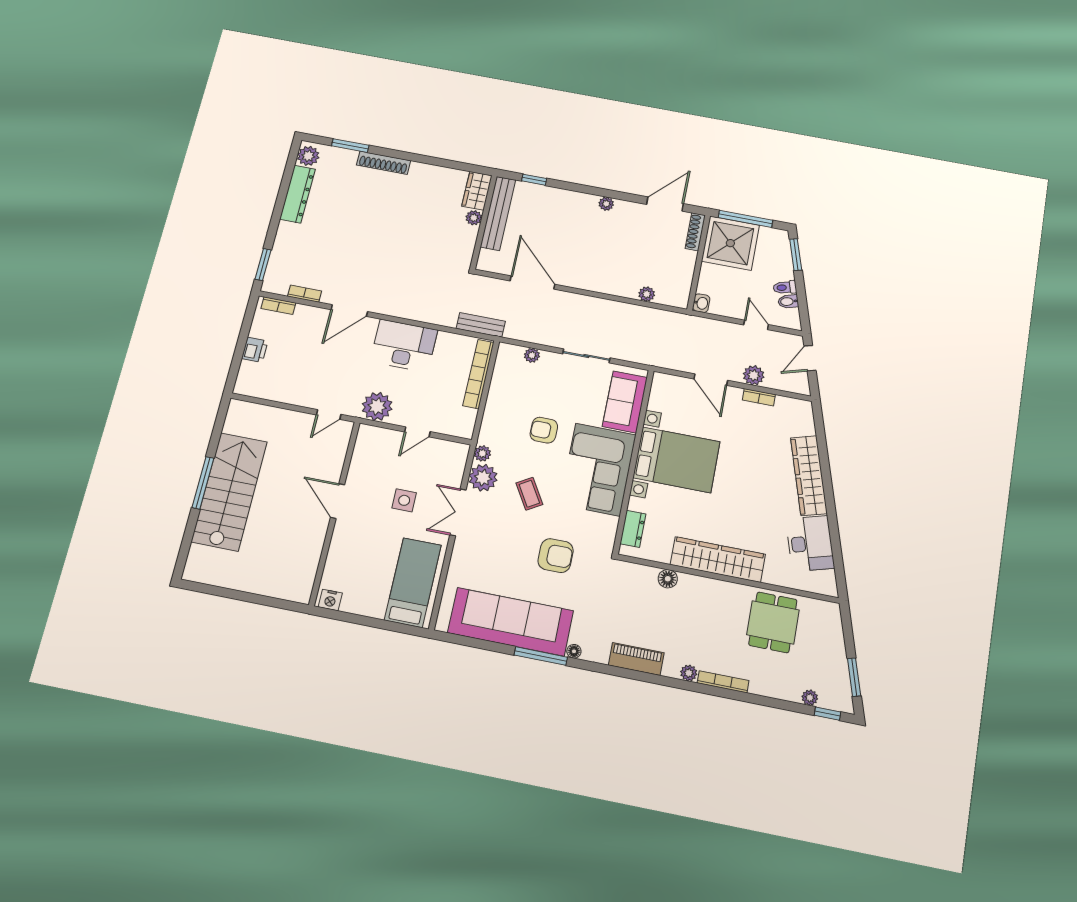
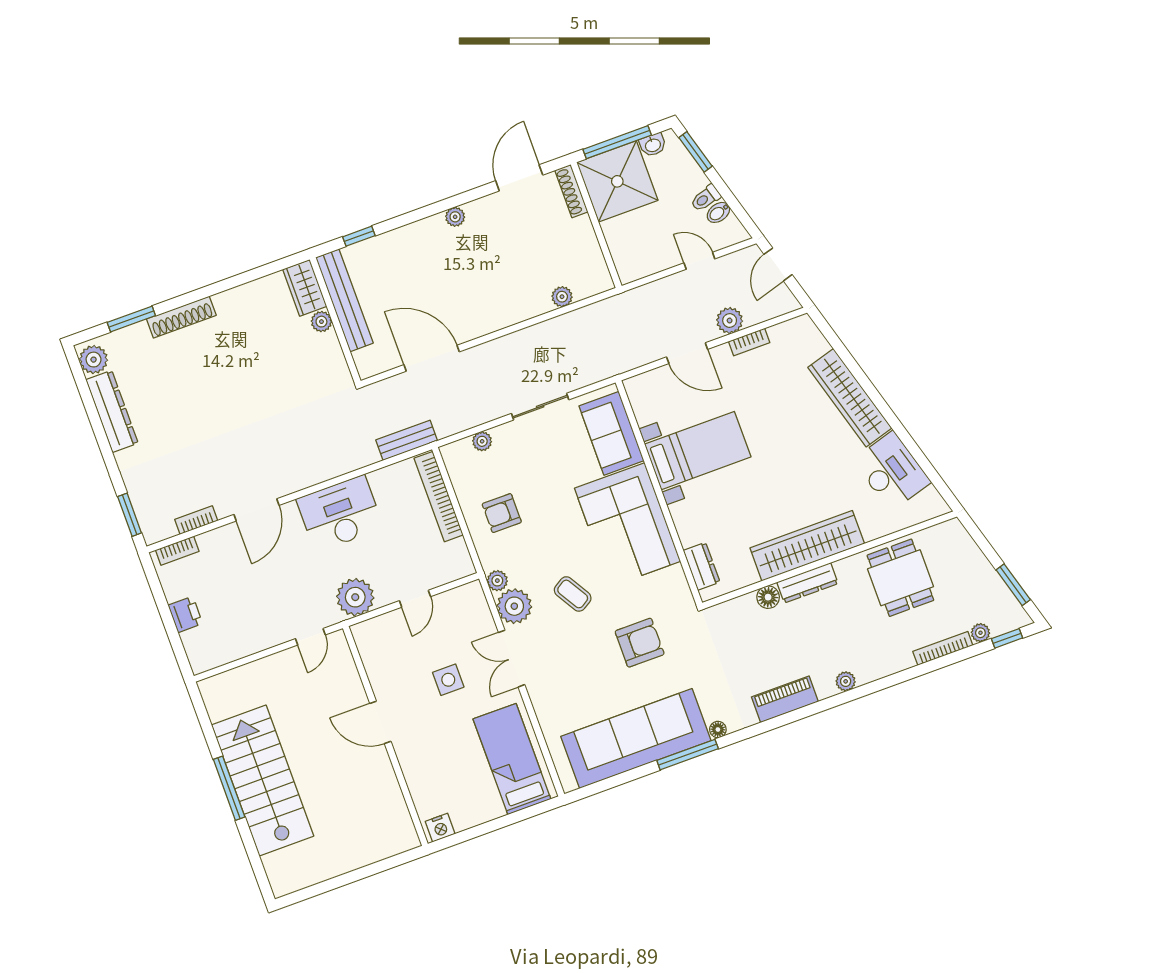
washbasin: (701, 303) -> (653, 145), moved, turned 90
armchair: (544, 430) -> (502, 513), moved
bed with nightstands: (676, 460) -> (698, 451), width x0.73
dresser: (702, 586) -> (807, 583), added
bookcase: (723, 682) -> (943, 648), moved

